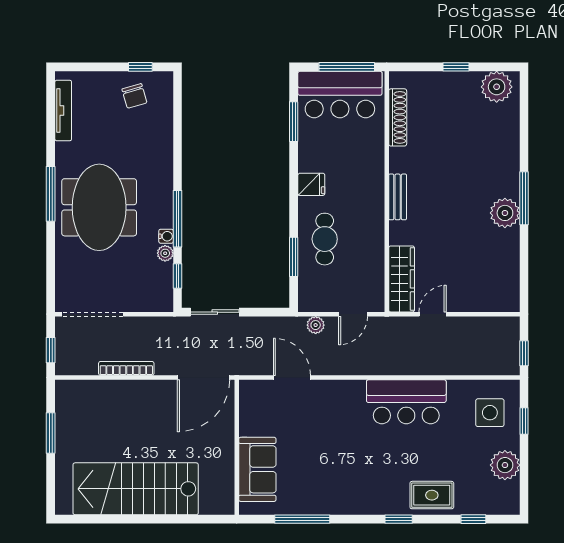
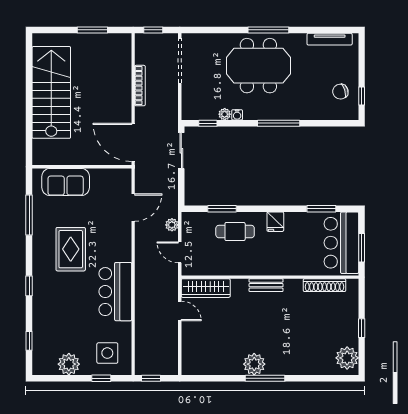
window: (347, 67) -> (362, 248), width x0.69
window: (177, 219) -> (279, 123), moved
rug: (432, 495) -> (71, 249), moved, width x1.36, depth x1.43

